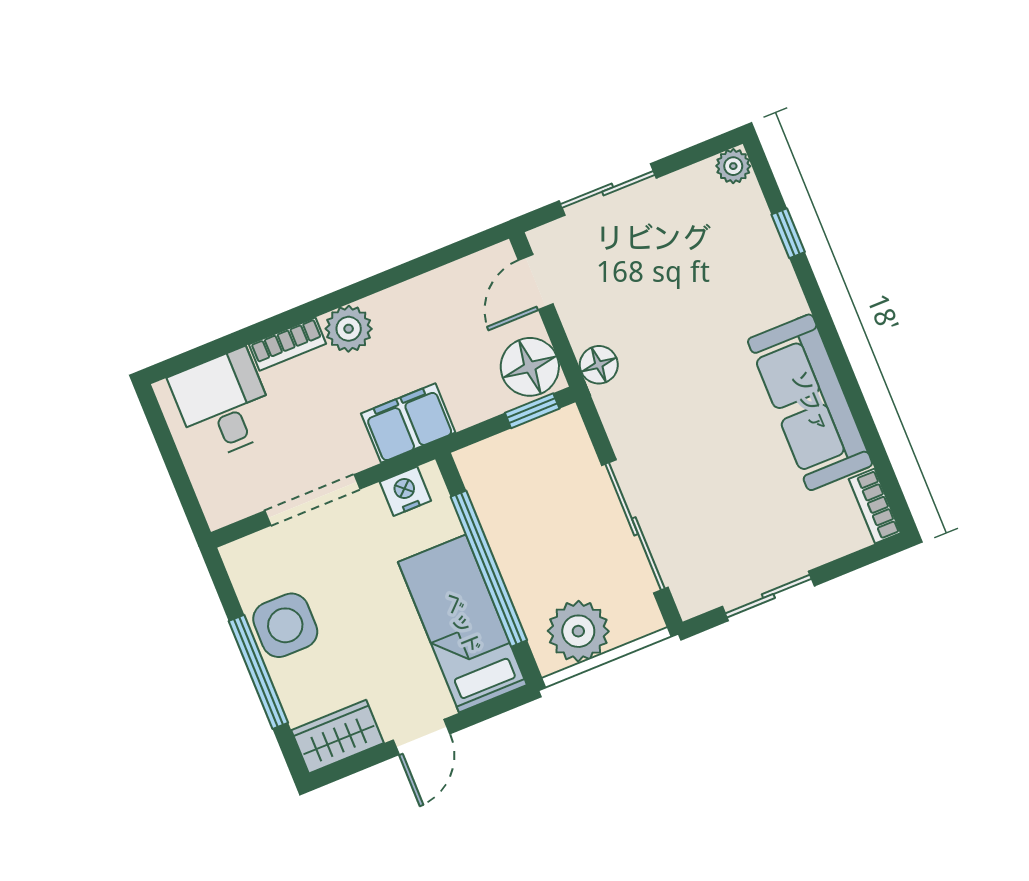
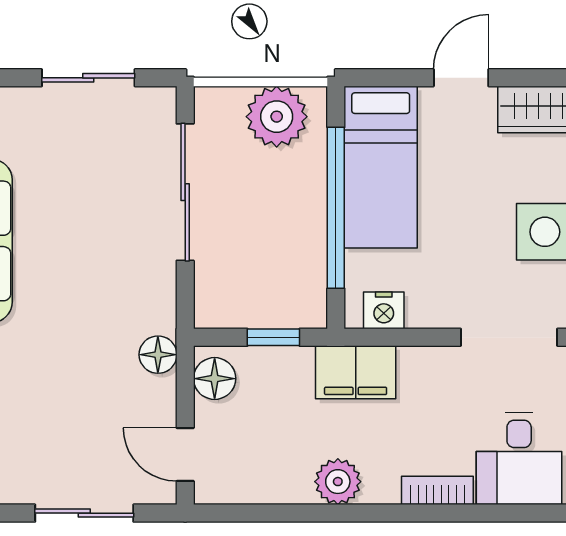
door: (536, 282) -> (185, 454), swing flipped
plant: (349, 329) -> (338, 482), moved
floor lamp: (530, 367) -> (215, 379), width x0.73, depth x0.73
window: (532, 411) -> (273, 337), moved
doorway: (313, 500) -> (509, 337), moved

